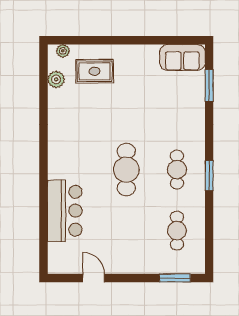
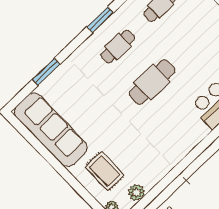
sofa: (182, 57) -> (51, 130), width x1.85, depth x1.27
window: (209, 86) -> (46, 72), moved

